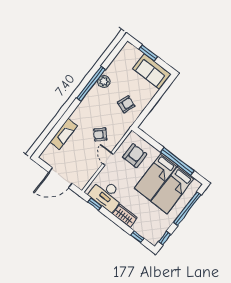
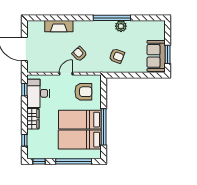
window: (148, 53) -> (168, 54), moved

